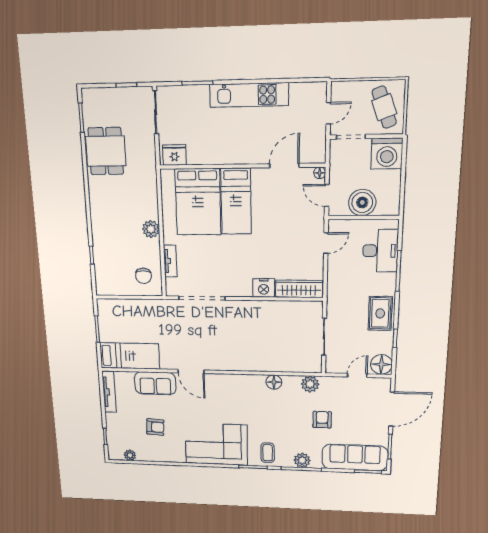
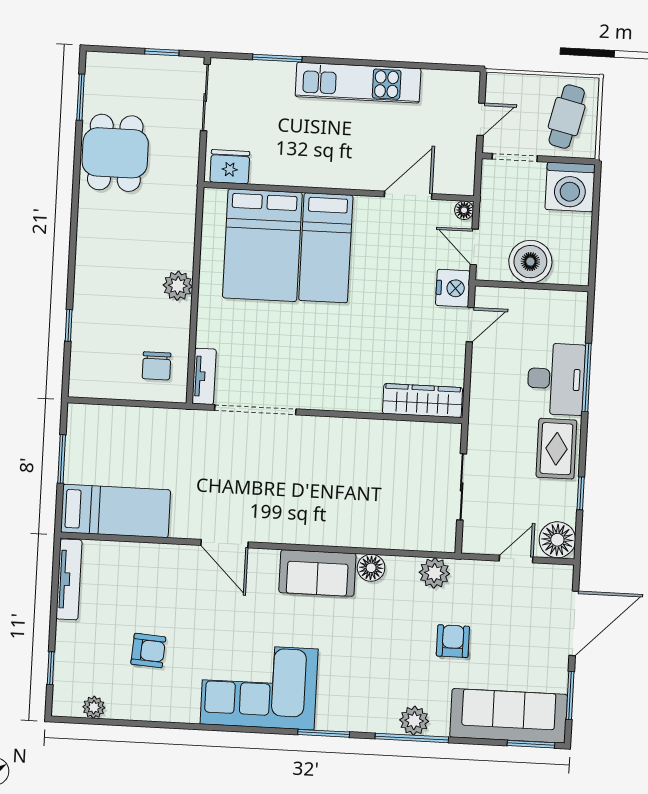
cafe table: (384, 107) -> (567, 117), turned 33
desk: (380, 251) -> (556, 379), moved
tv unit: (170, 261) -> (204, 376), moved
nightstand: (264, 288) -> (453, 288), moved, turned -90
sofa: (155, 383) -> (317, 573), moved
coffee table: (268, 453) -> (352, 705), removed

